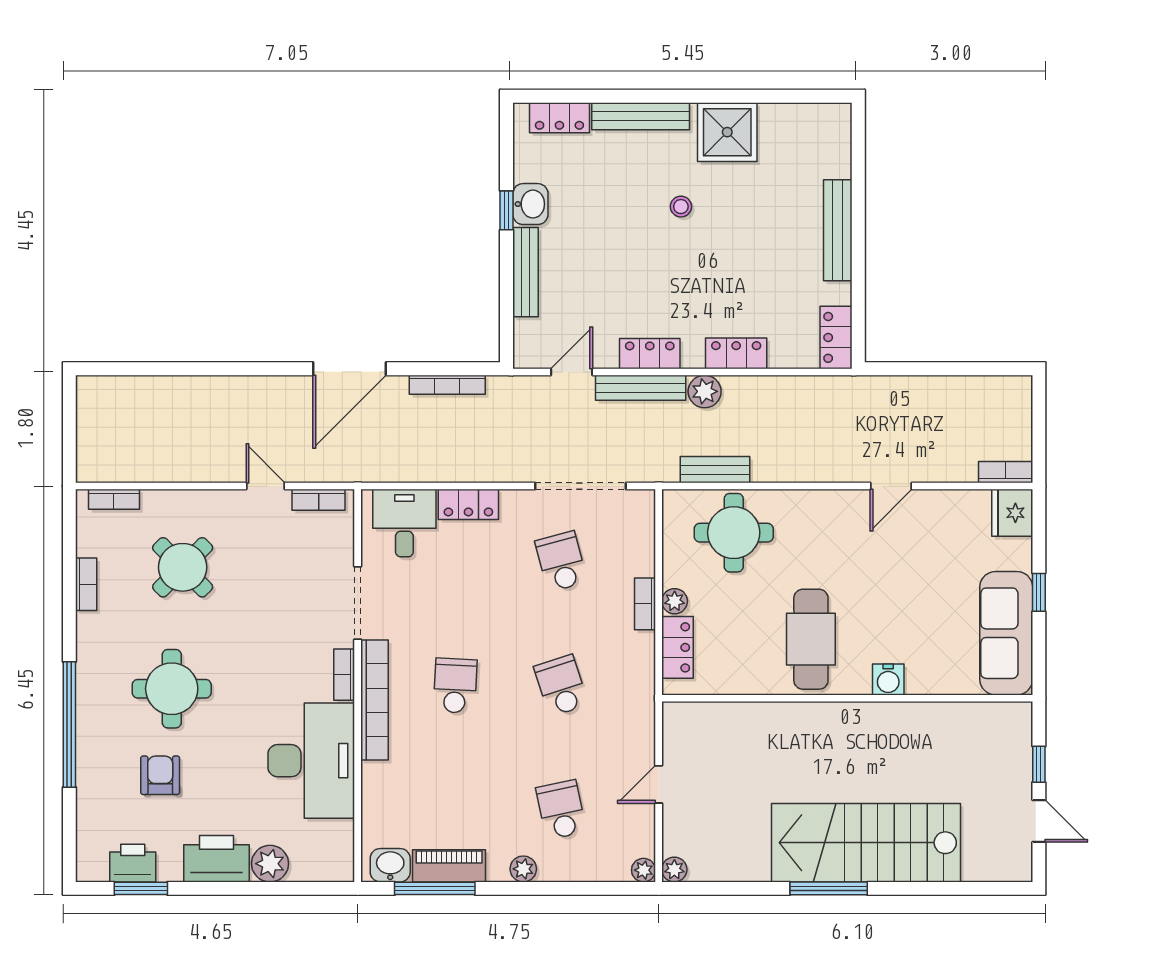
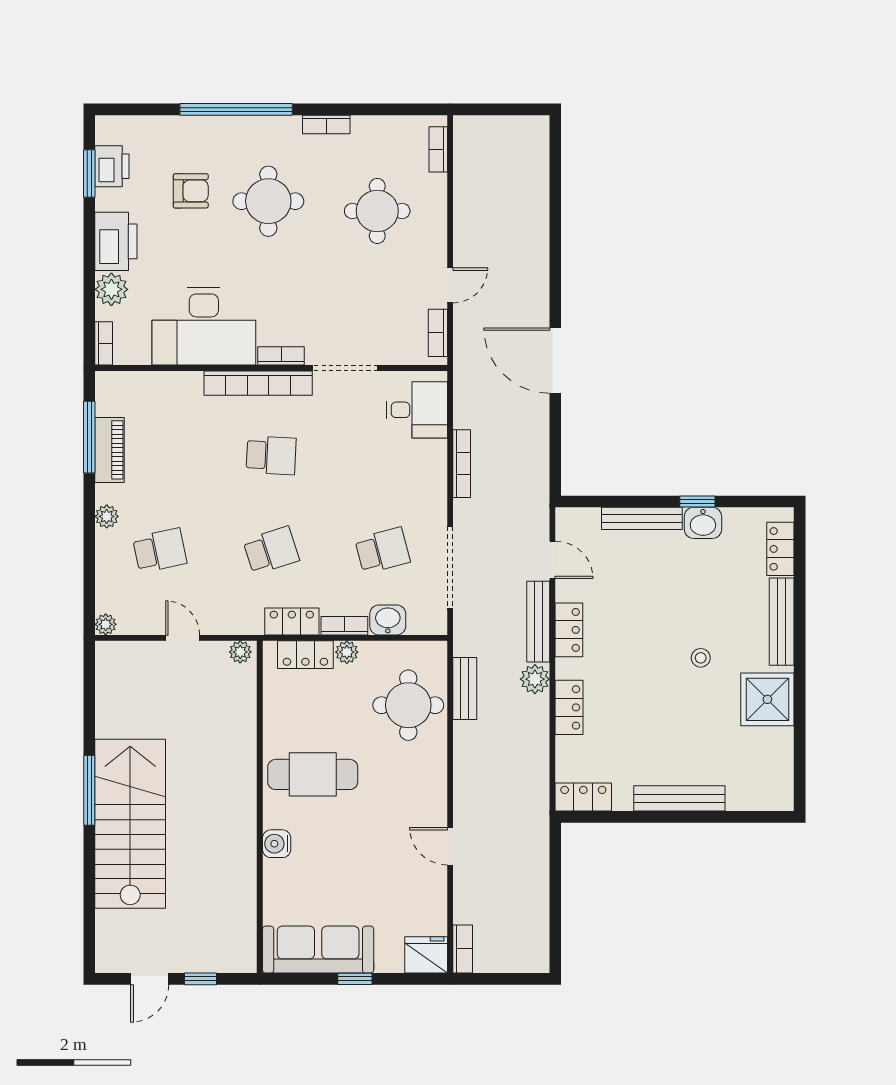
bookcase: (447, 385) -> (462, 464), moved, turned 180
locker: (468, 504) -> (292, 621), moved, turned 90
round table: (183, 567) -> (377, 211), turned 45
bookcase: (86, 584) -> (326, 125), moved
washbasin: (390, 865) -> (388, 620), moved, turned -90
plant: (674, 870) -> (240, 652), moved
bookcase: (330, 872) -> (104, 343), added

